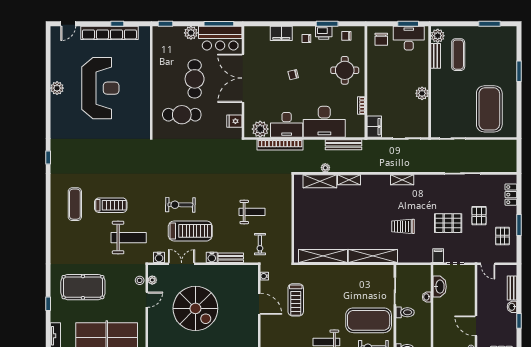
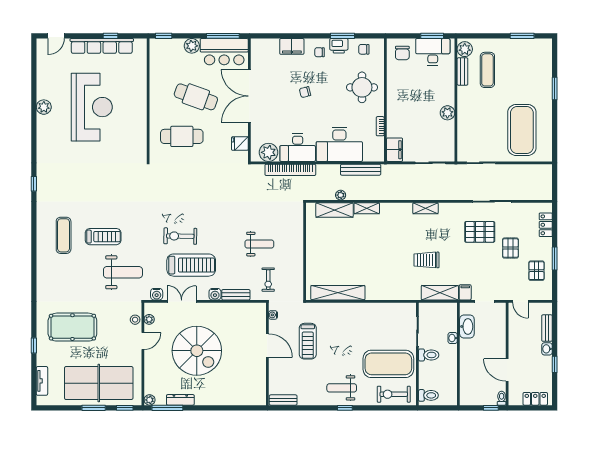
cafe table: (195, 79) -> (196, 97), turned -70
pallet: (448, 223) -> (480, 232), moved
shelving: (373, 256) -> (440, 293), moved, width x0.68

